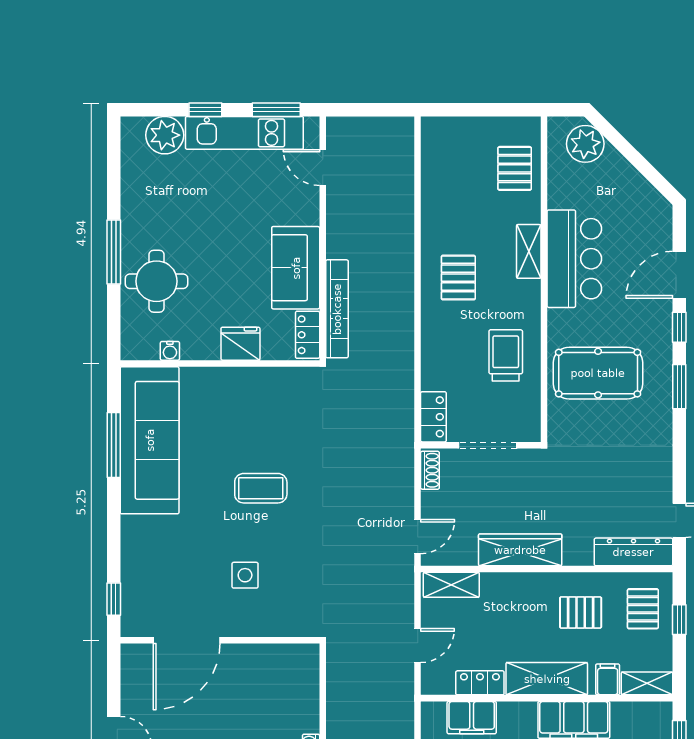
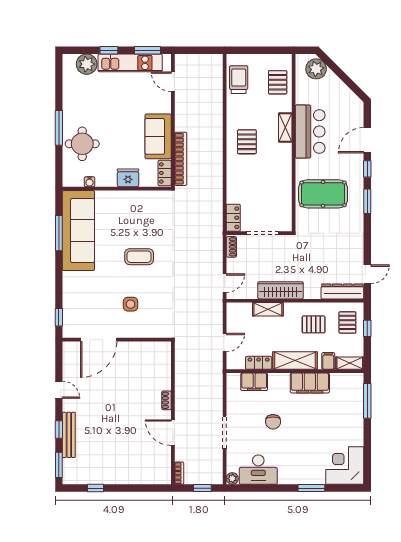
trolley: (506, 355) -> (239, 80), moved
shelving: (451, 585) -> (268, 309), moved

